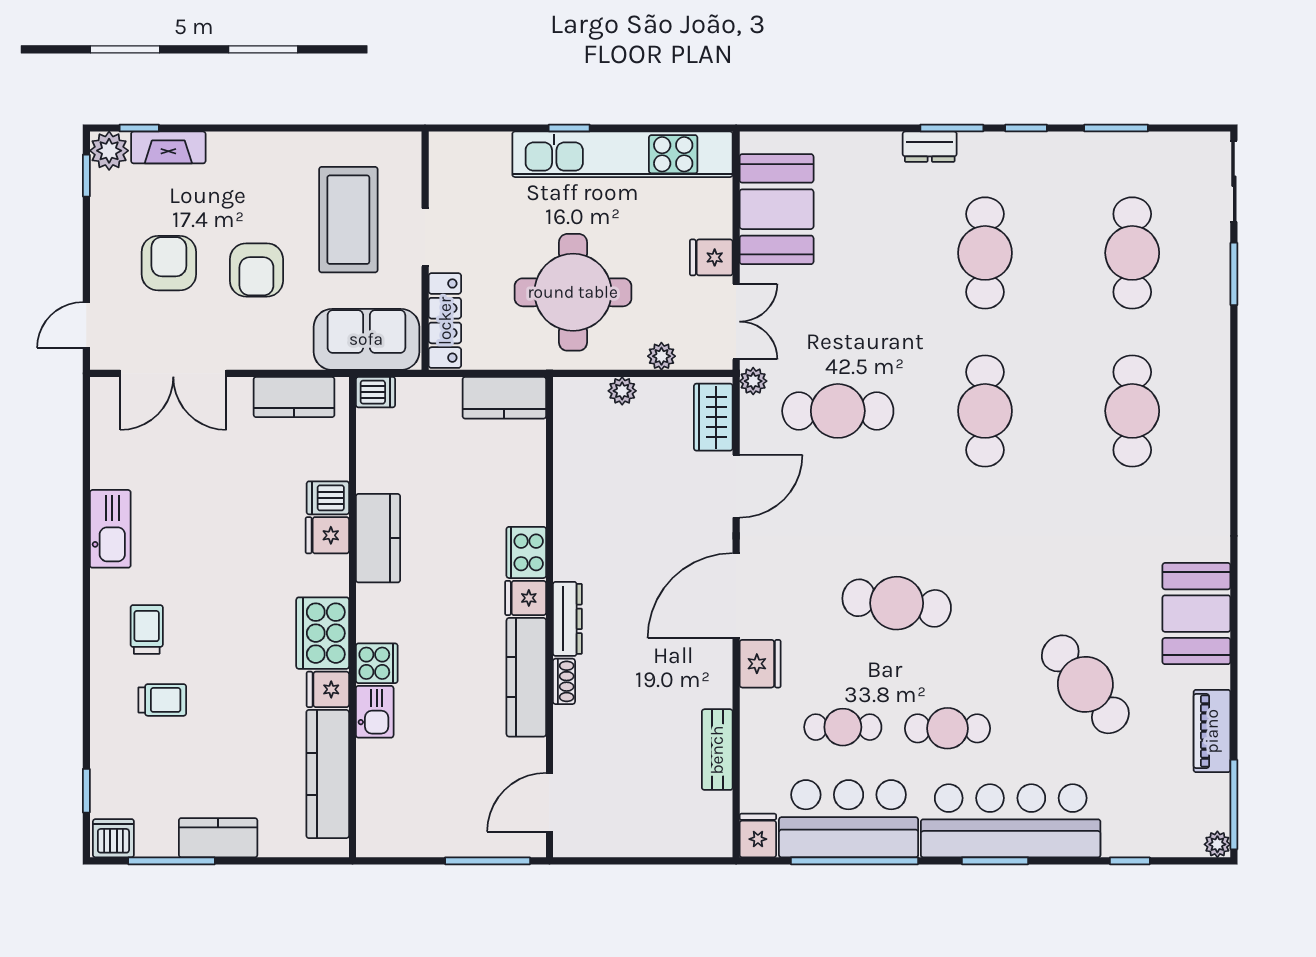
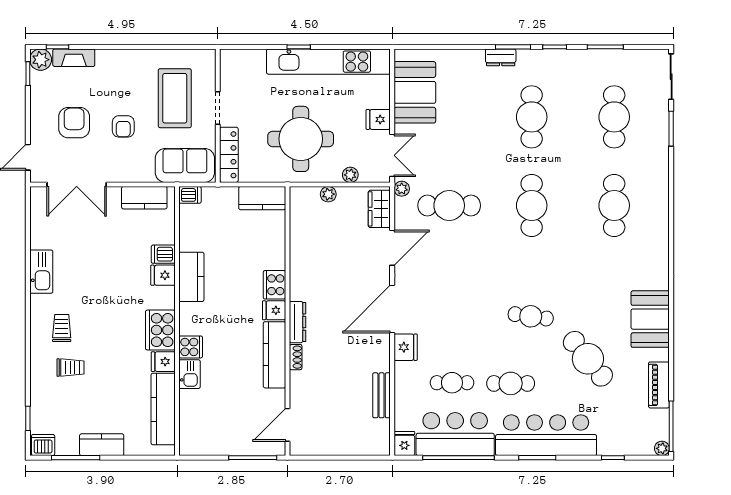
armchair: (256, 270) -> (123, 126), width x0.72, depth x0.72
cafe table: (897, 603) -> (531, 316), moved, width x0.73, depth x0.74

